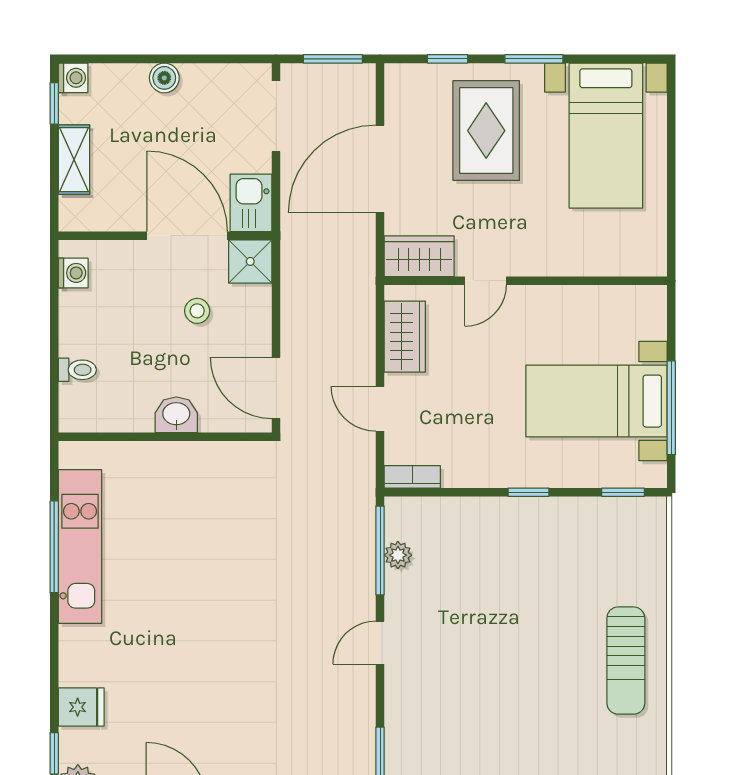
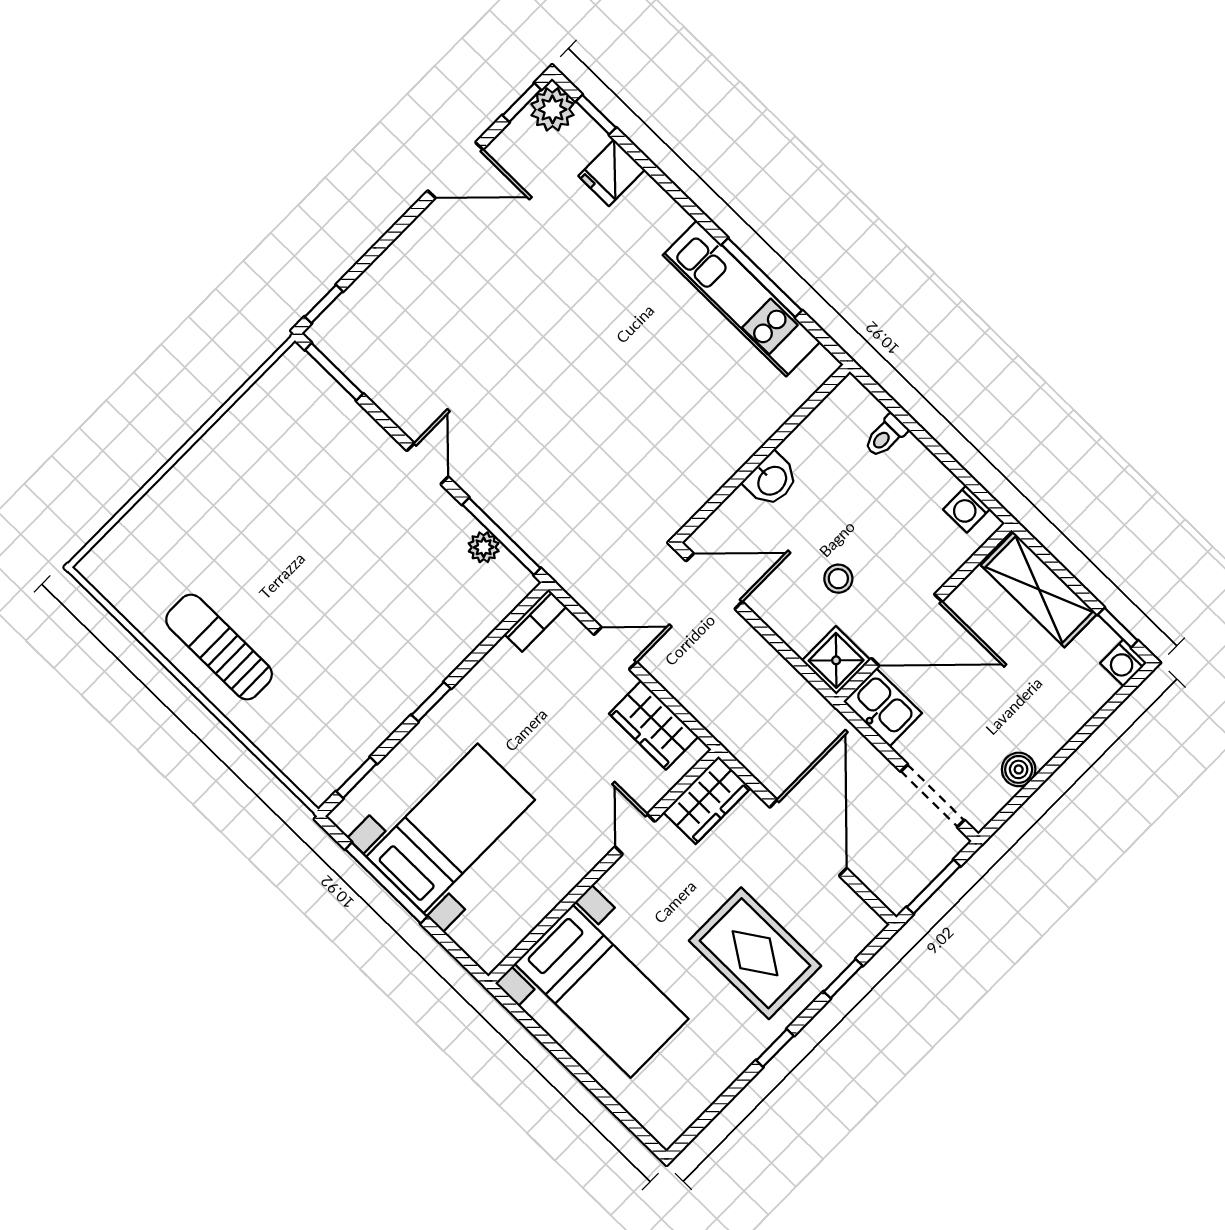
window: (534, 59) -> (775, 1048), width x0.67
boiler: (164, 78) -> (1019, 769), moved
bed with nightstands: (606, 136) -> (601, 991), moved, turned 180
shelving: (74, 160) -> (1039, 590), width x1.50, depth x1.33

